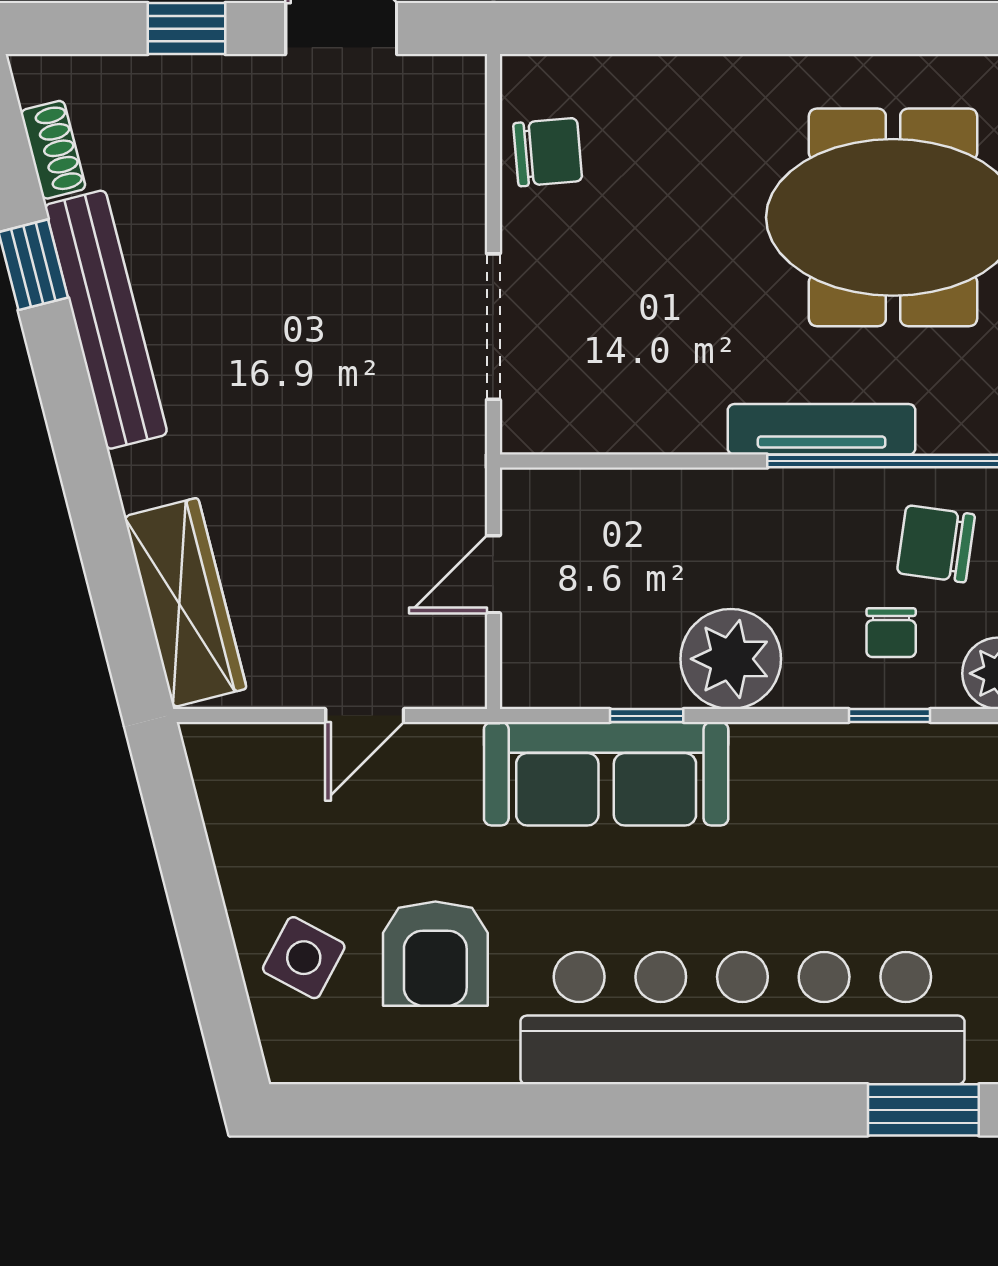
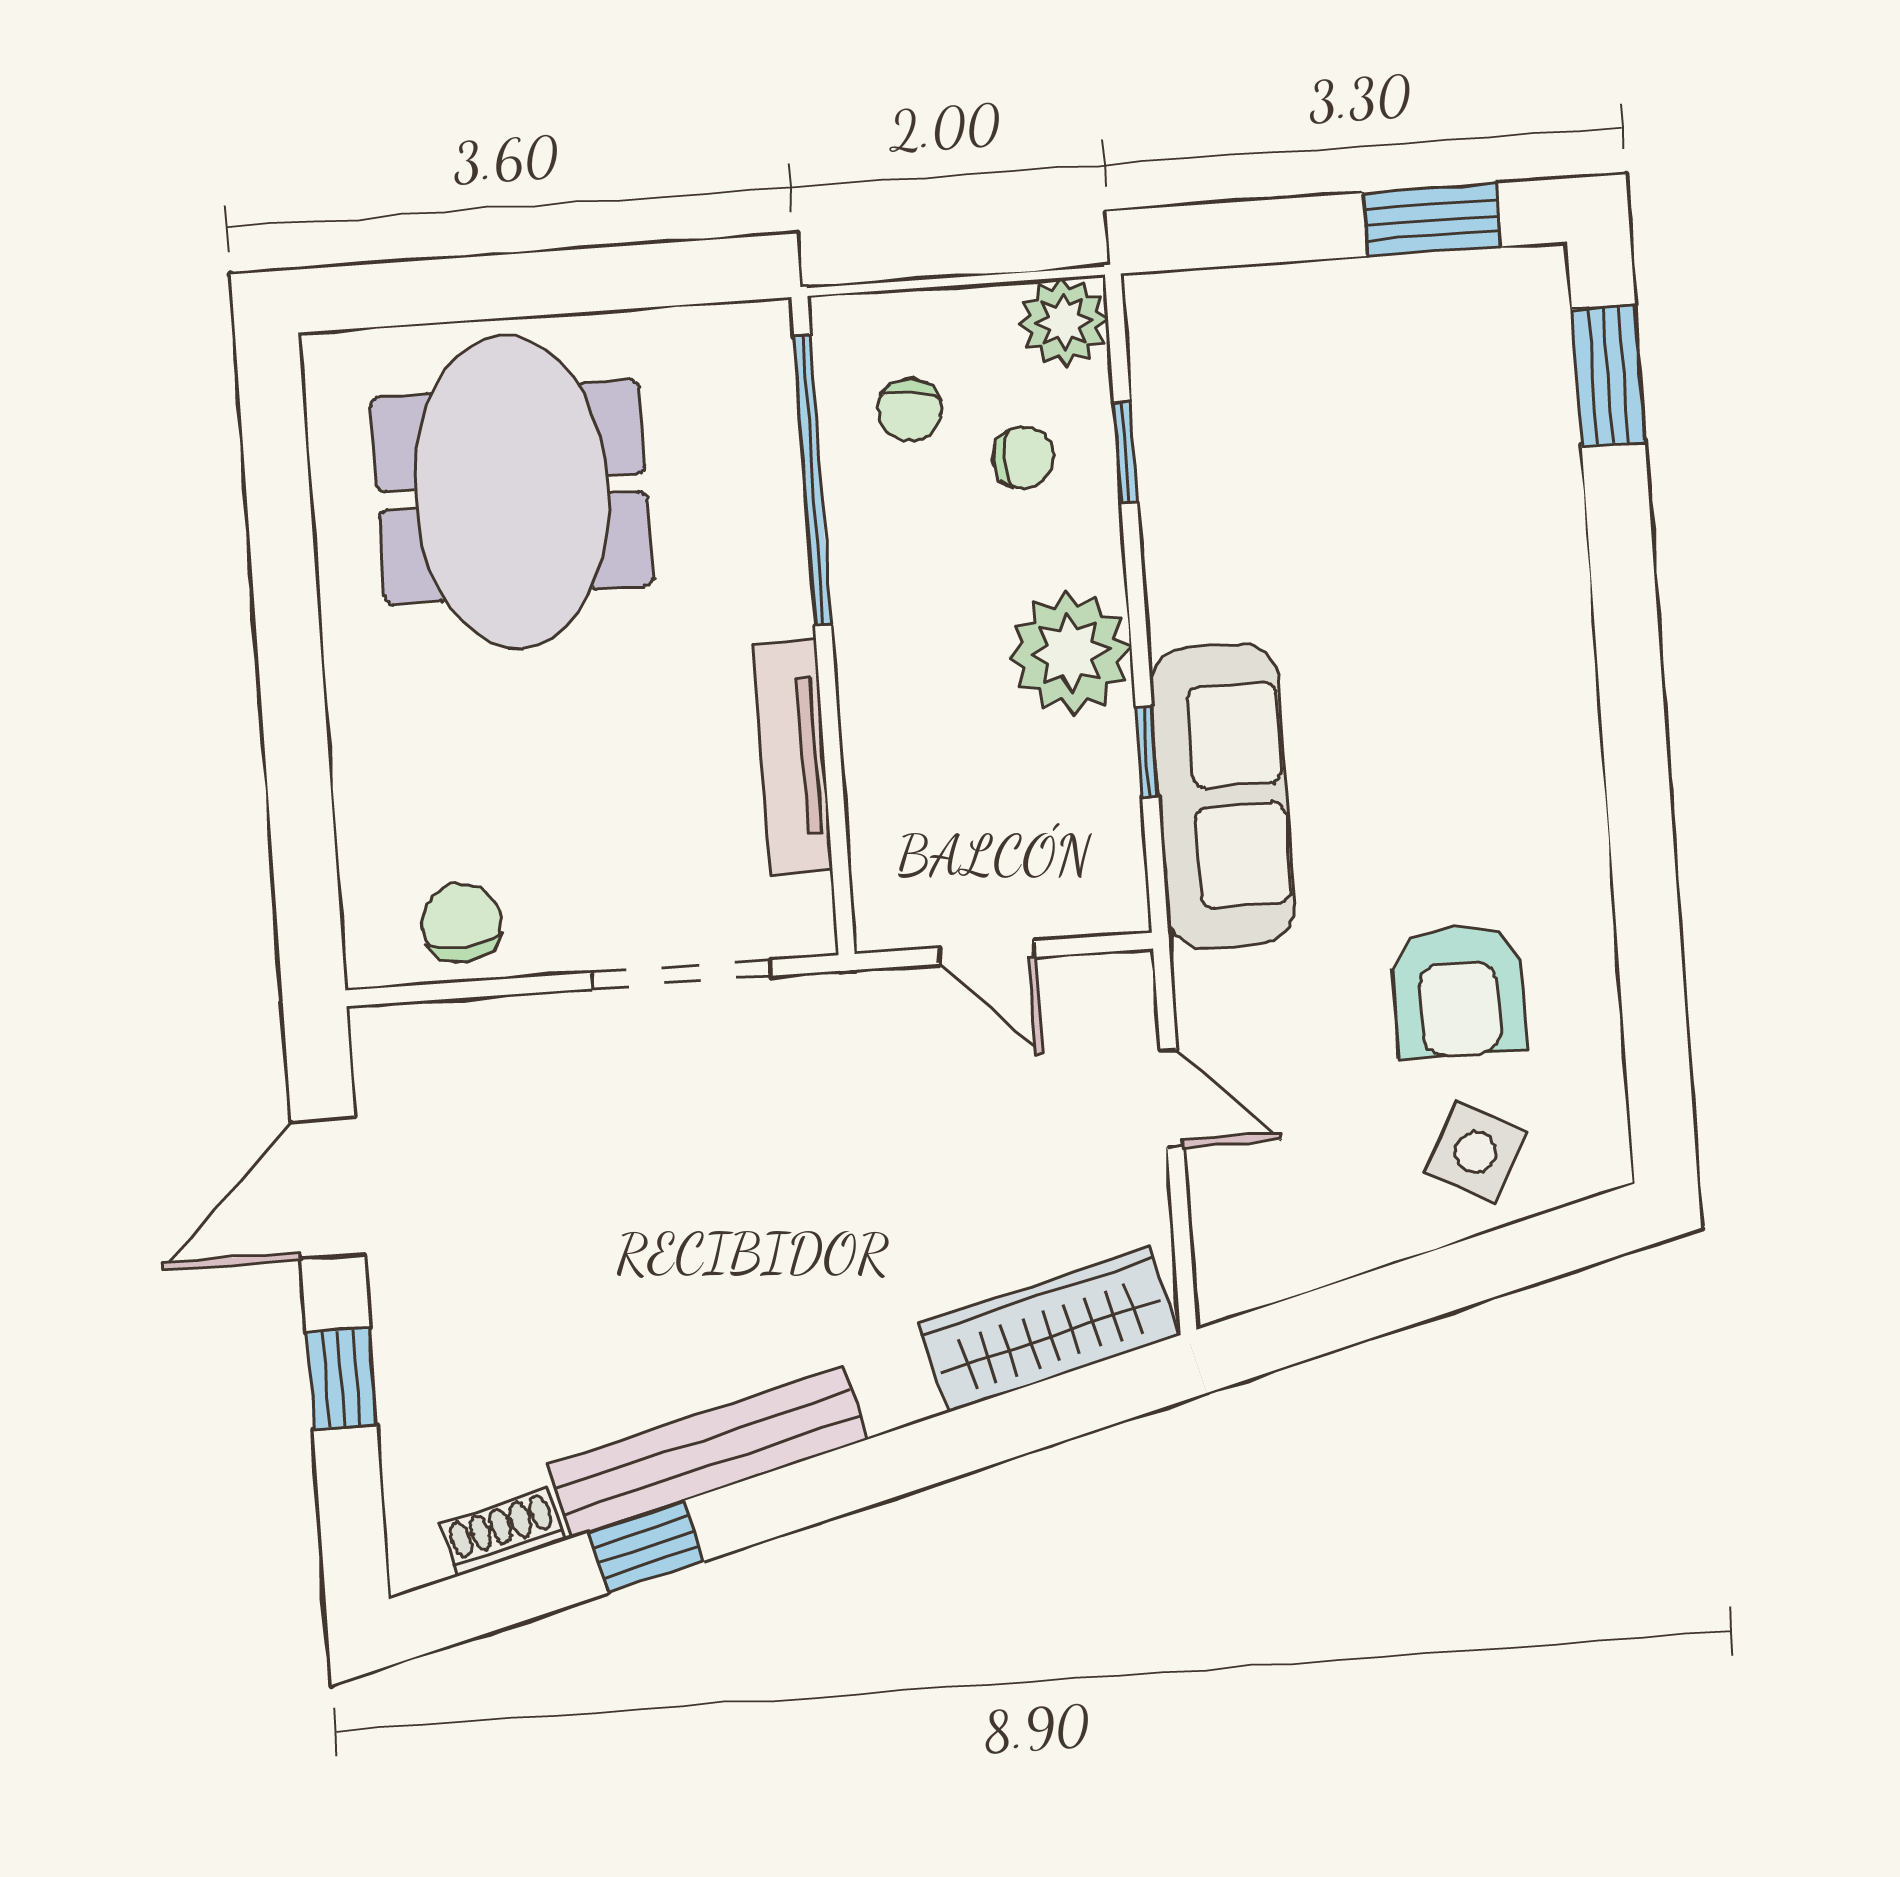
tv unit: (822, 429) -> (793, 757), moved
chair: (936, 544) -> (910, 410), width x0.73, depth x0.73
armchair: (435, 954) -> (1459, 991), turned 90
bar counter: (742, 1018) -> (1511, 607), removed

